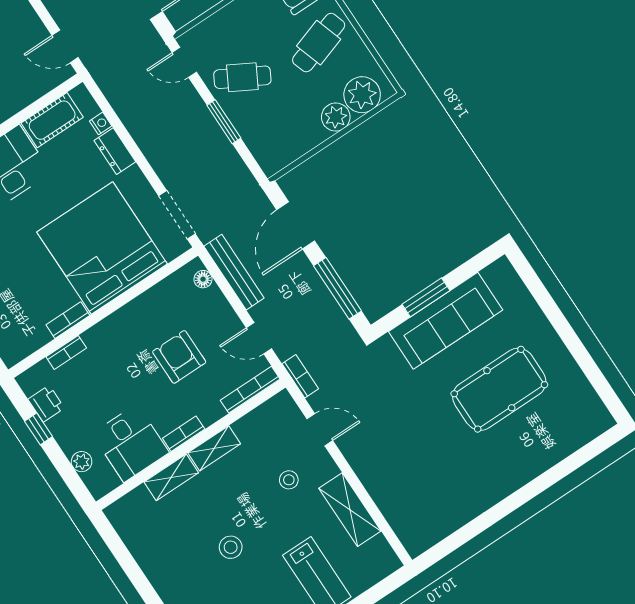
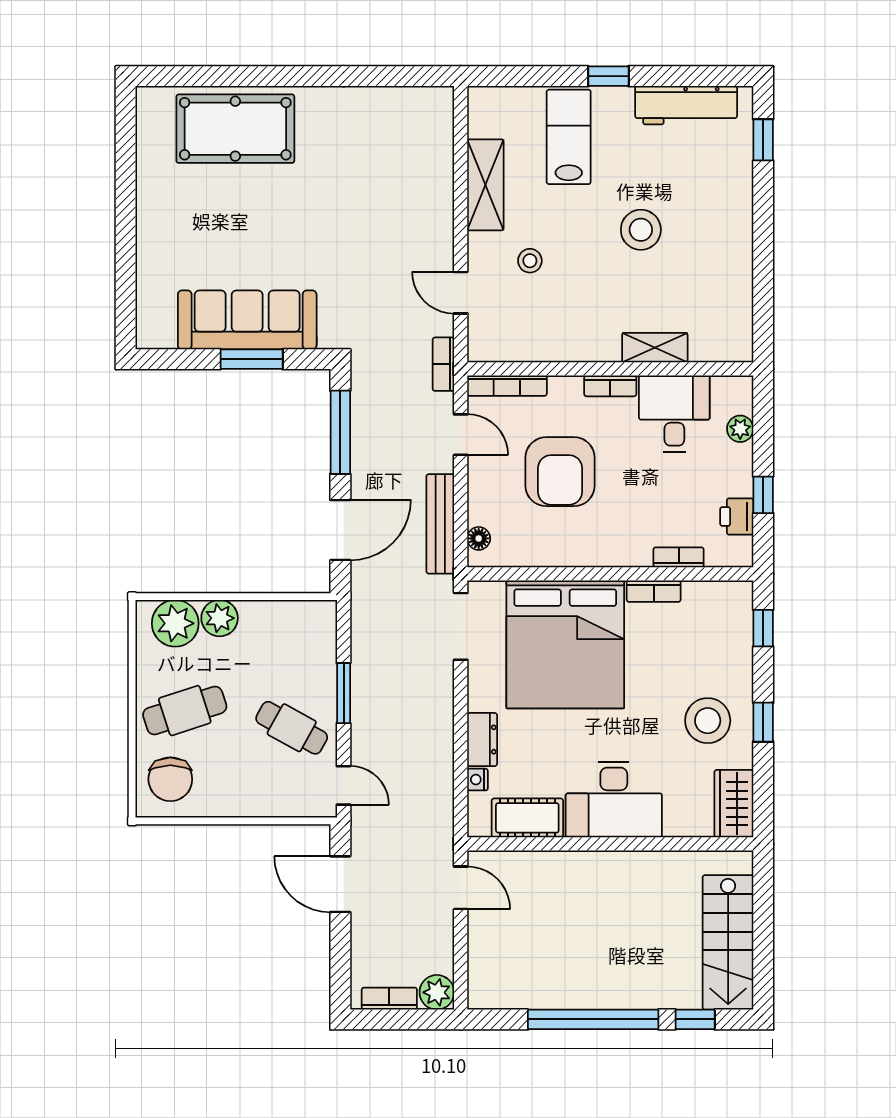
armchair: (179, 357) -> (560, 472), width x1.36, depth x1.36
pool table: (499, 389) -> (235, 129), moved
shelving: (214, 448) -> (588, 348), removed
stool: (231, 547) -> (641, 230), width x1.38, depth x1.38

